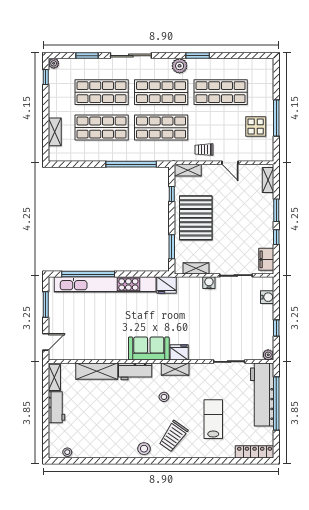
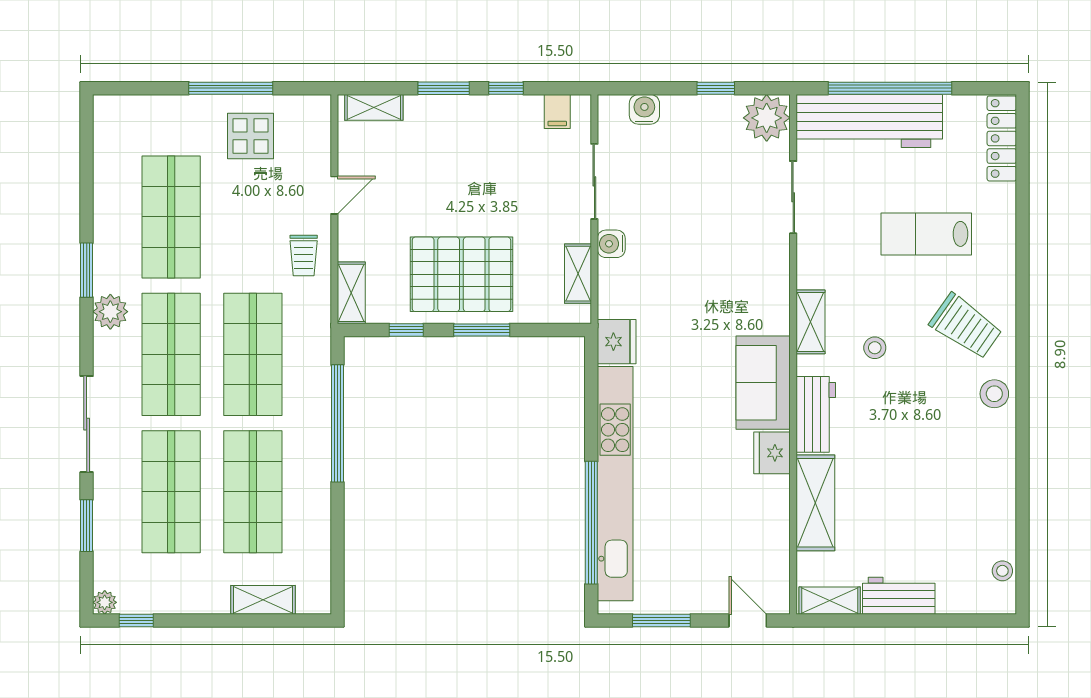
window: (172, 247) -> (482, 330), moved
filing cabinet: (266, 259) -> (557, 111), width x0.50
fridge: (179, 352) -> (772, 453), moved
plant: (268, 355) -> (767, 118), width x1.87, depth x1.87

